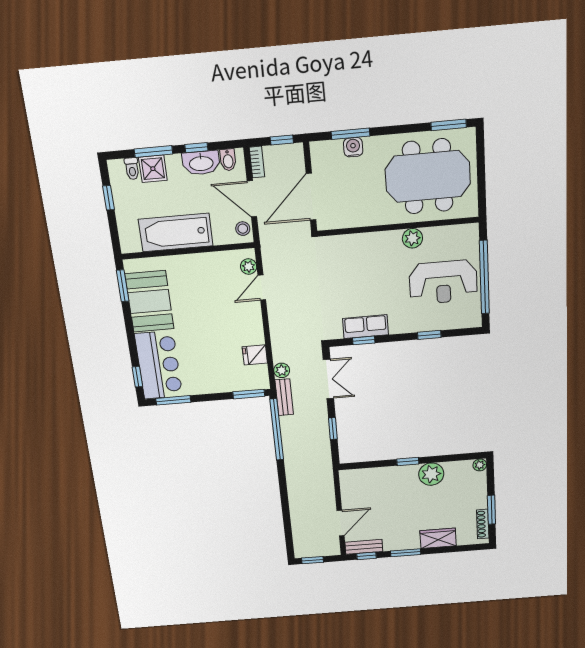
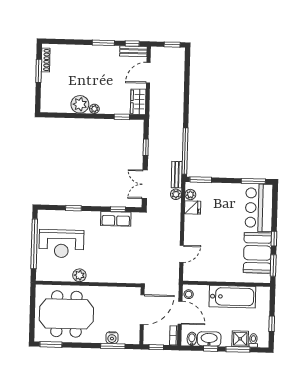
plant: (249, 267) -> (190, 195), moved
reception desk: (443, 282) -> (61, 244), turned 180
window: (137, 377) -> (274, 239), moved
window: (408, 461) -> (122, 117), moved
plant: (480, 465) -> (94, 109), moved
wardrobe: (438, 538) -> (138, 102), moved, turned 90

